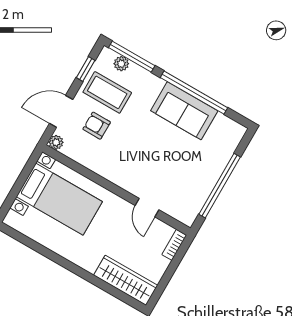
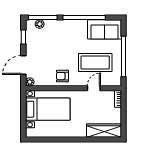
coffee table: (107, 92) -> (95, 63), moved, width x1.36, depth x1.32
sofa: (184, 111) -> (105, 29), moved
armchair: (97, 126) -> (62, 76), moved
door: (147, 208) -> (94, 88), swing flipped

